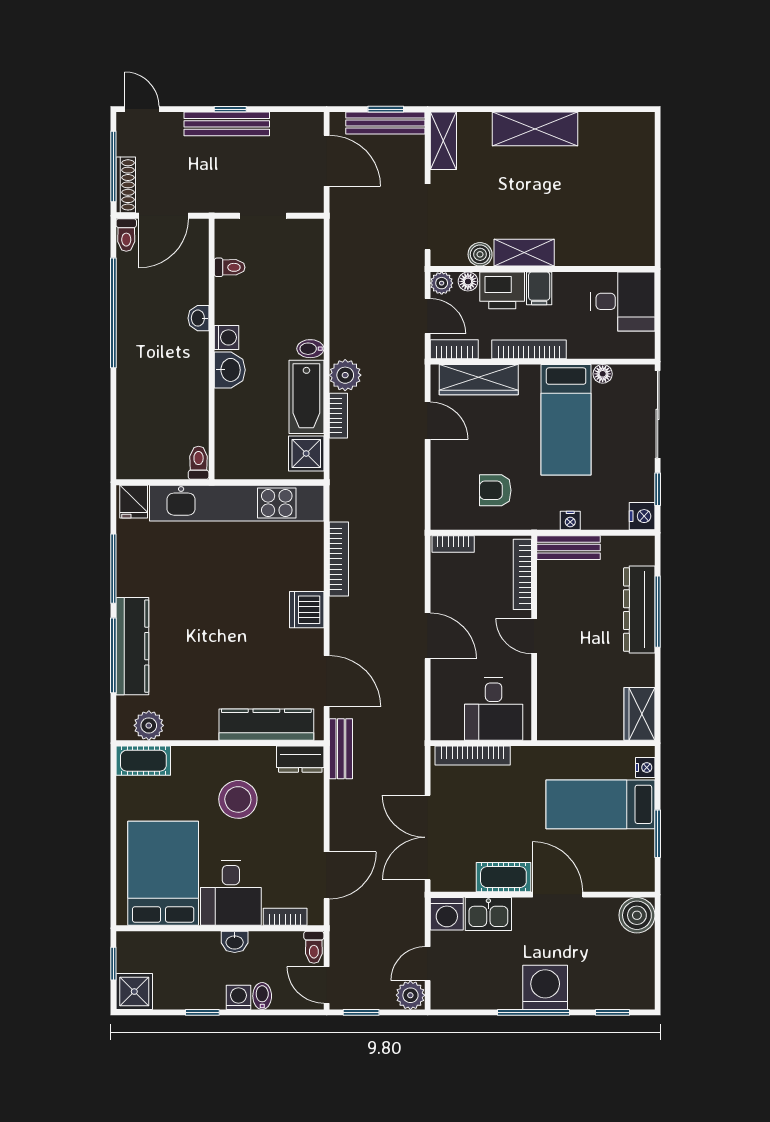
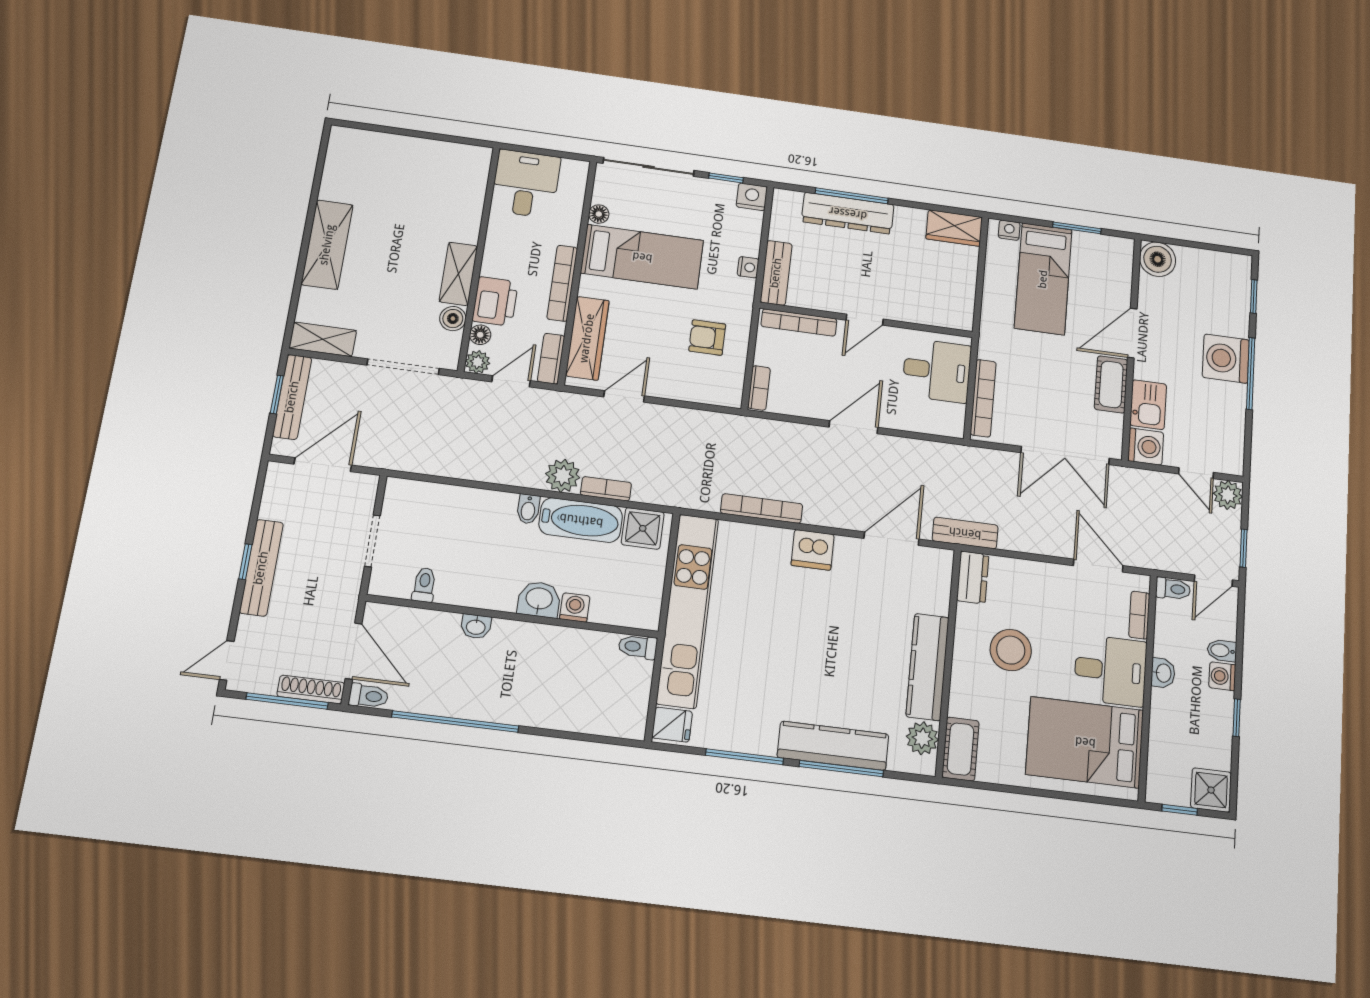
filing cabinet: (539, 288) -> (499, 264), removed
washing machine: (227, 337) -> (575, 607), moved
armchair: (495, 490) -> (707, 338), turned 90
kitchen counter: (266, 725) -> (927, 667), moved

